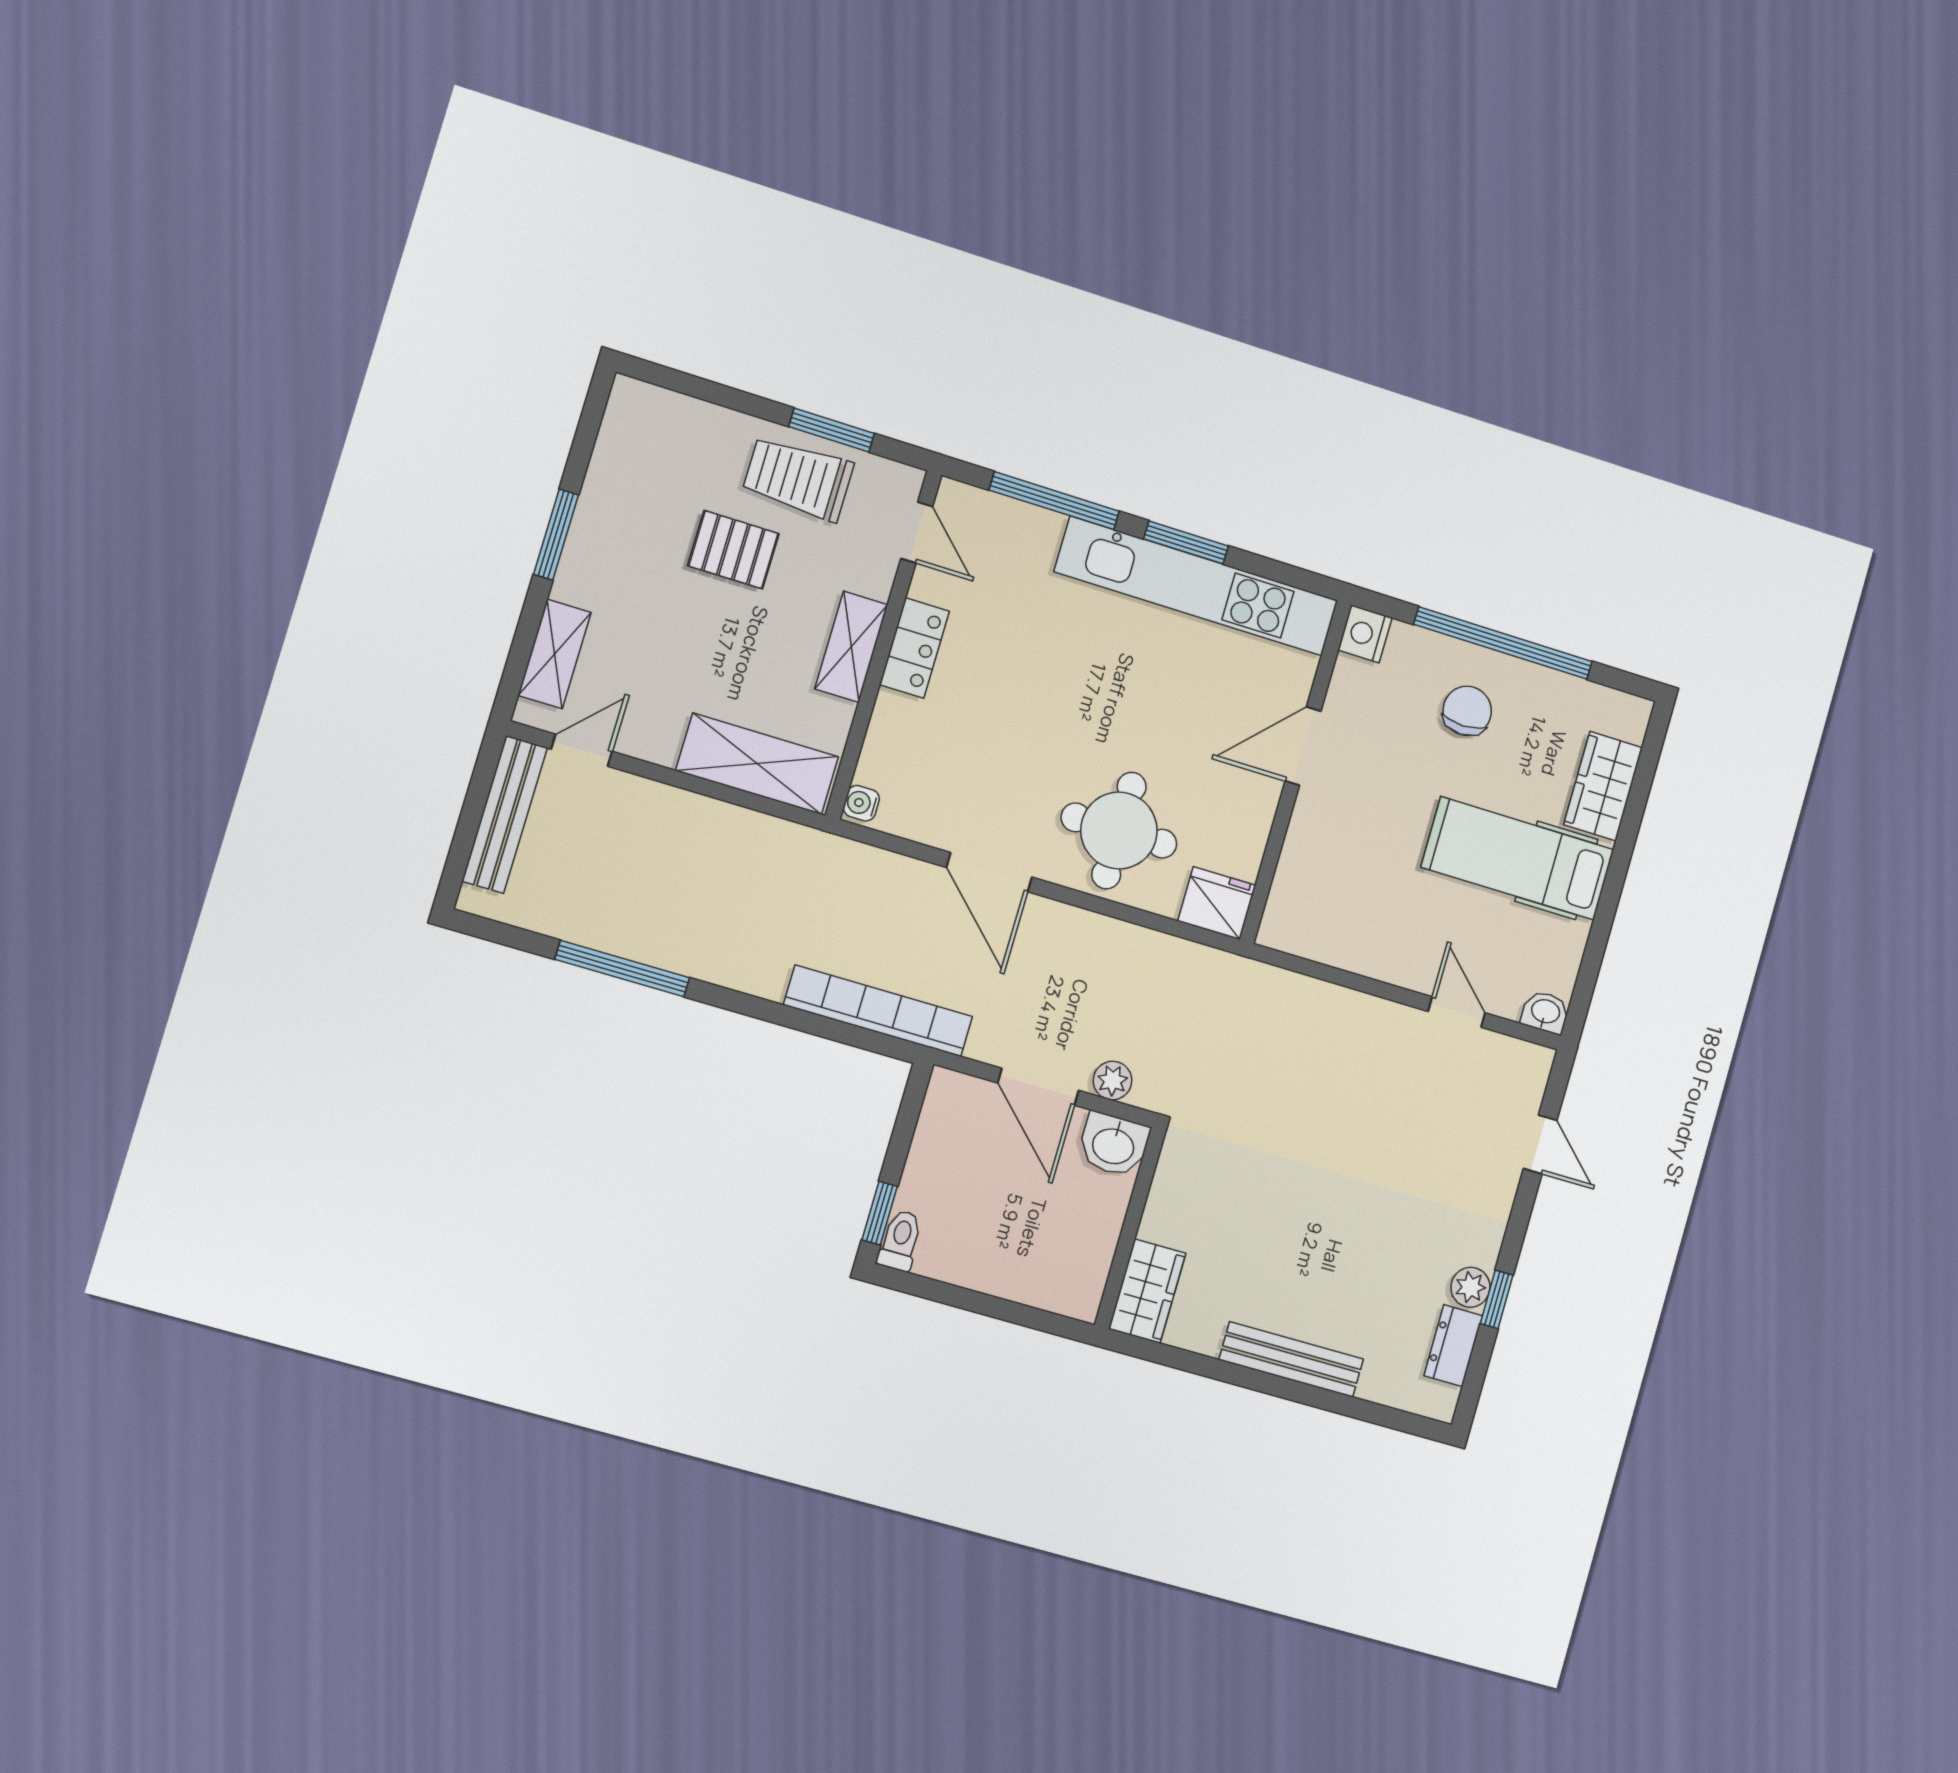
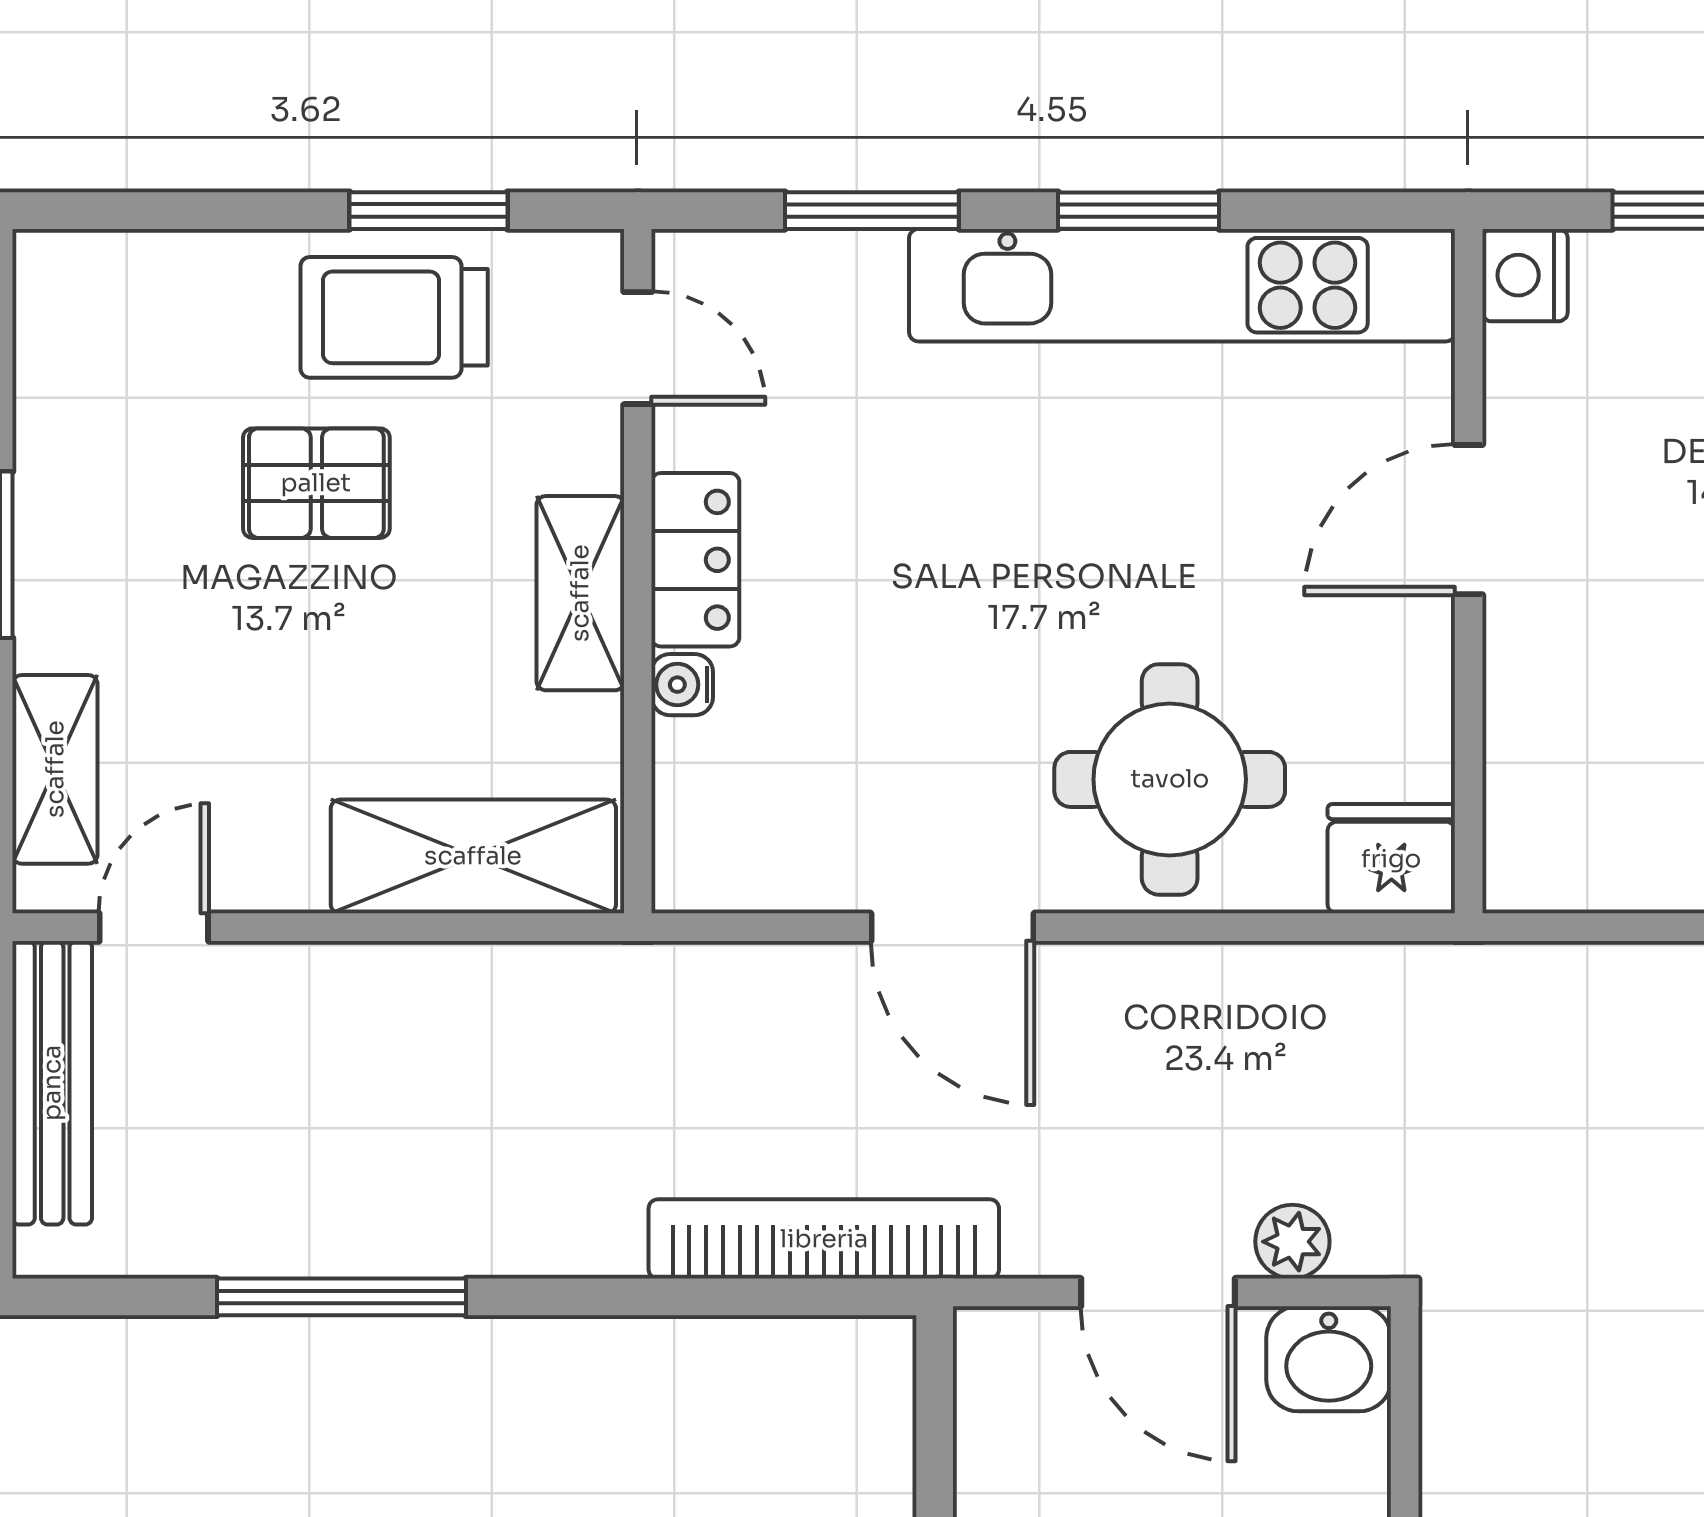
window: (1054, 501) -> (872, 211), width x0.69
water cooler: (861, 803) -> (682, 685), moved

